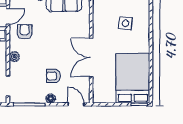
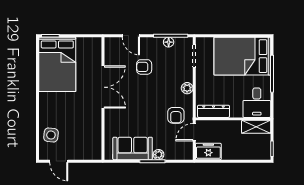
side table: (125, 23) -> (51, 135), moved
armchair: (54, 76) -> (144, 67), turned 180
floor lamp: (51, 99) -> (169, 42), moved
door: (76, 104) -> (131, 36), moved

